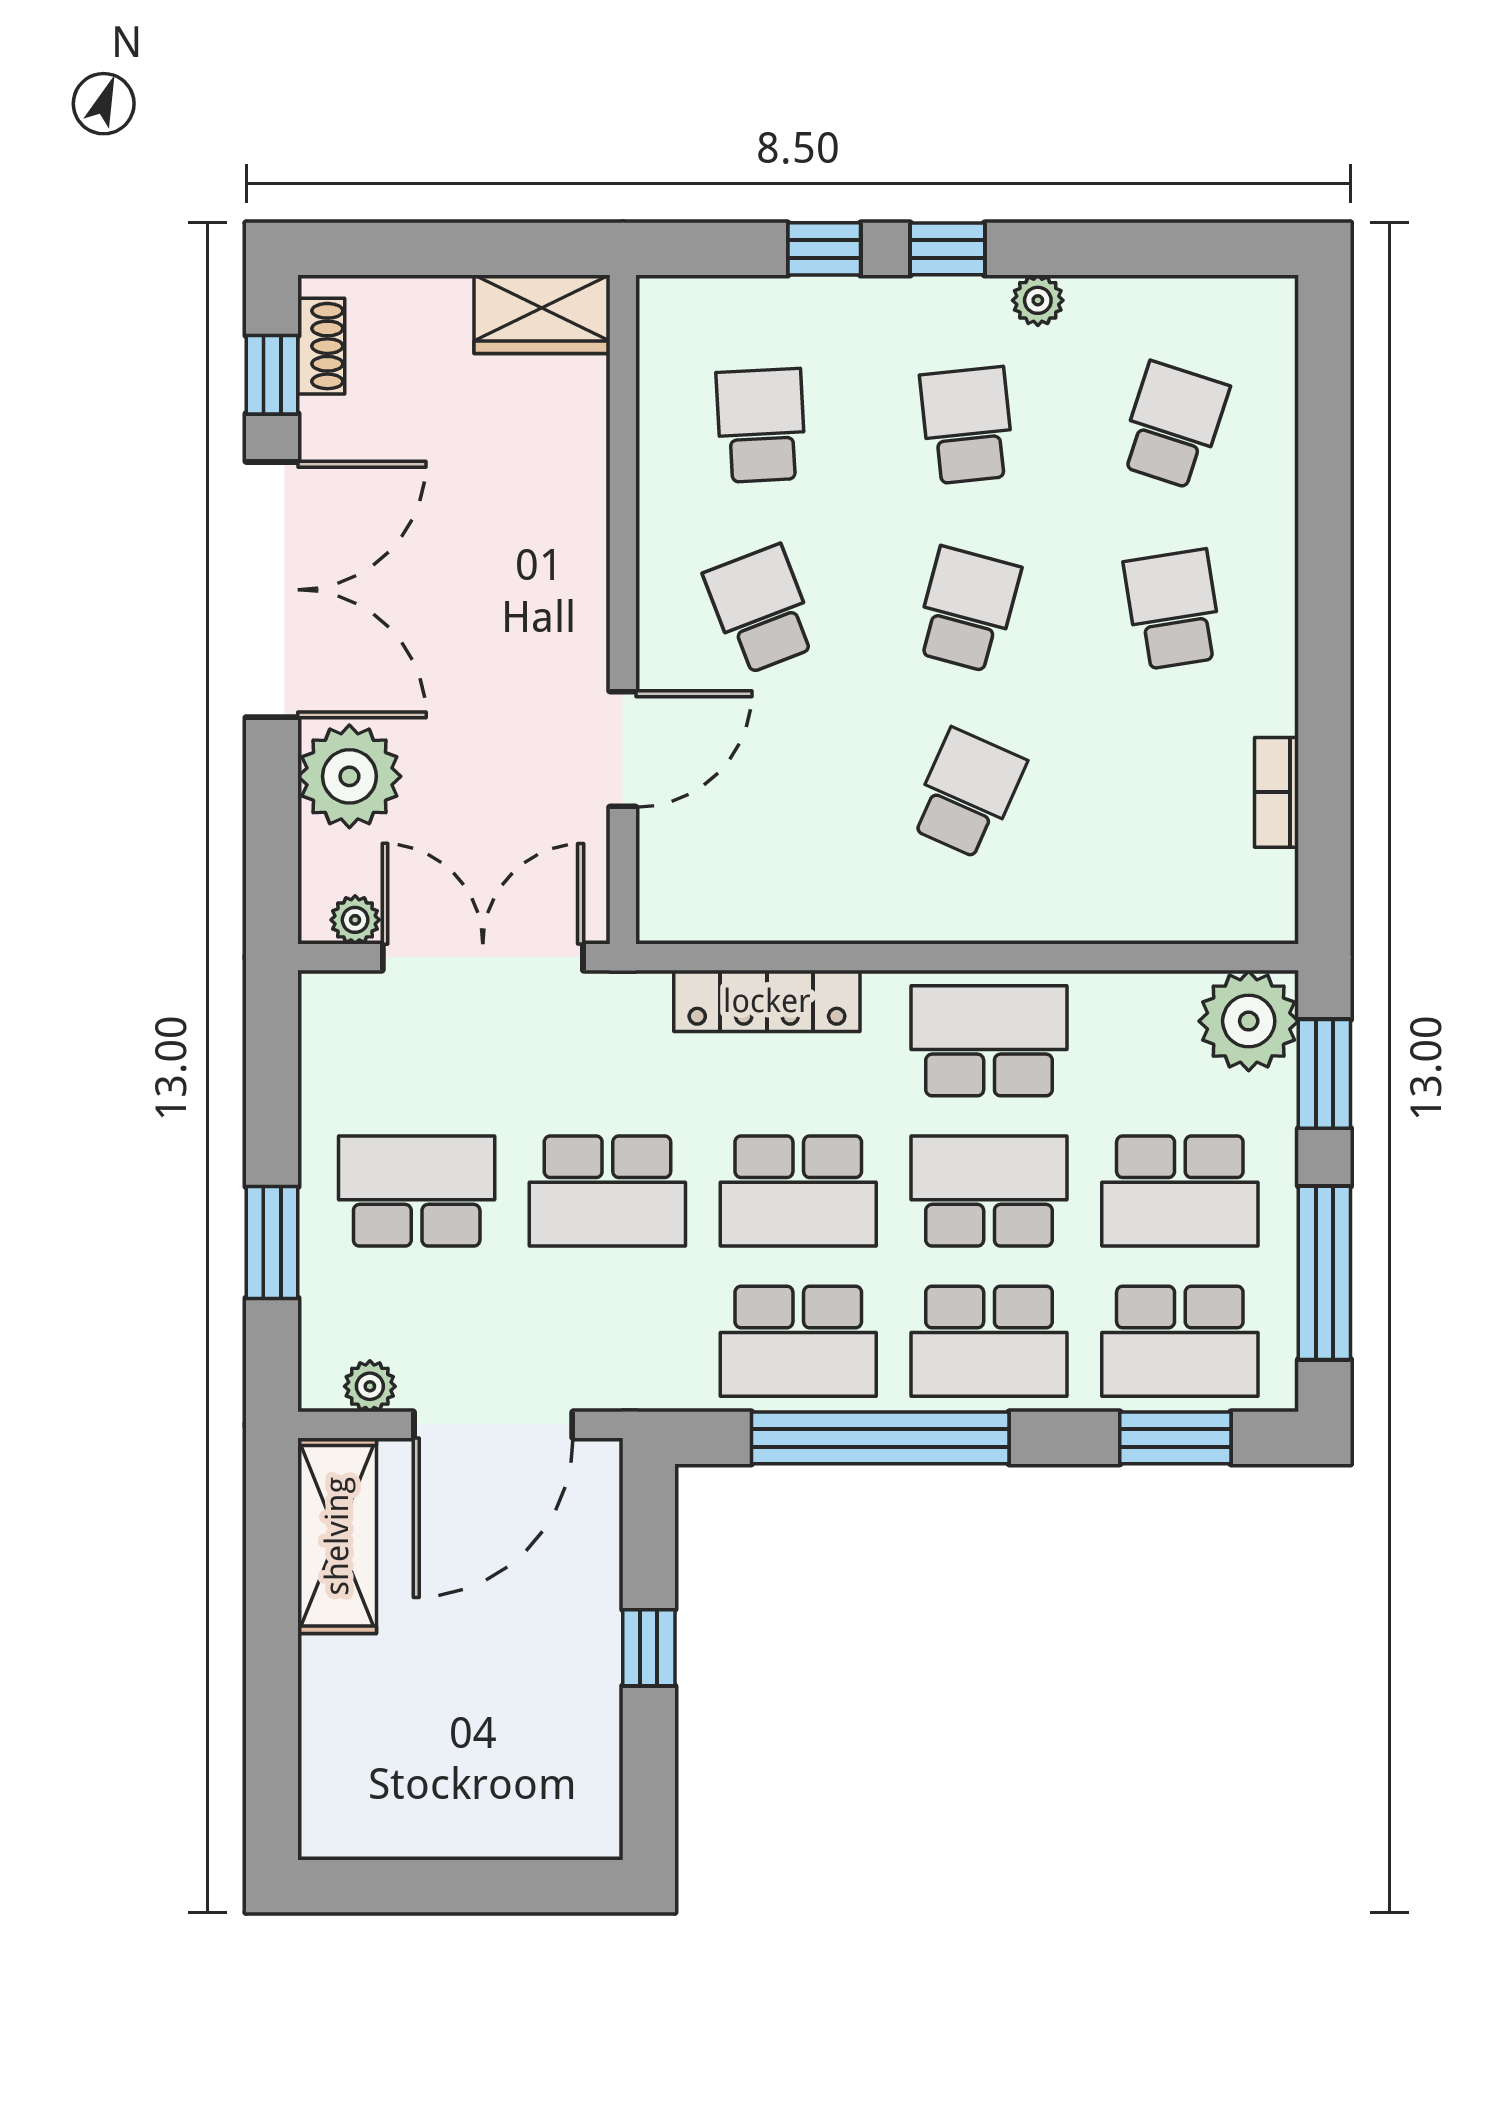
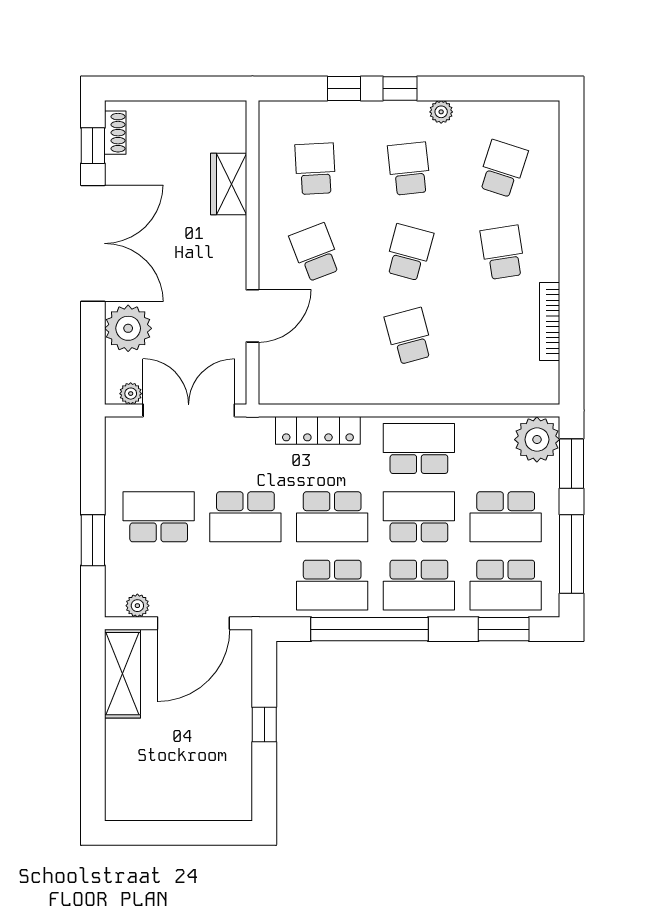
wardrobe: (542, 314) -> (229, 184), moved, turned 90
bookcase: (1277, 792) -> (550, 322), width x1.56
school desk: (967, 794) -> (409, 336), turned -39

